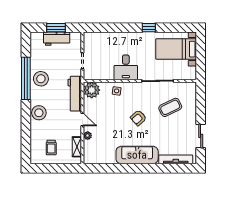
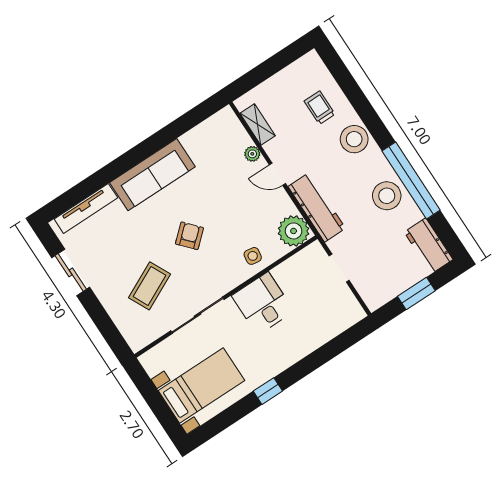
workbench: (57, 39) -> (429, 246), moved, turned -90
trolley: (51, 148) -> (320, 108), moved

